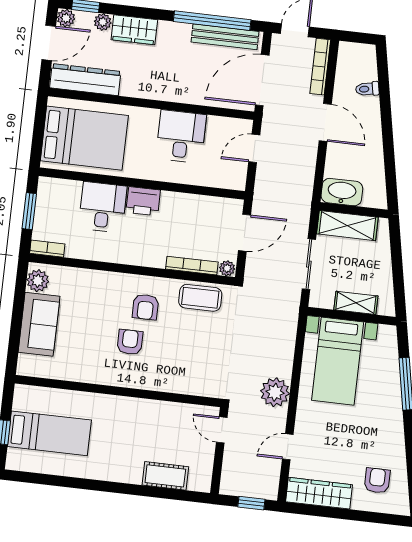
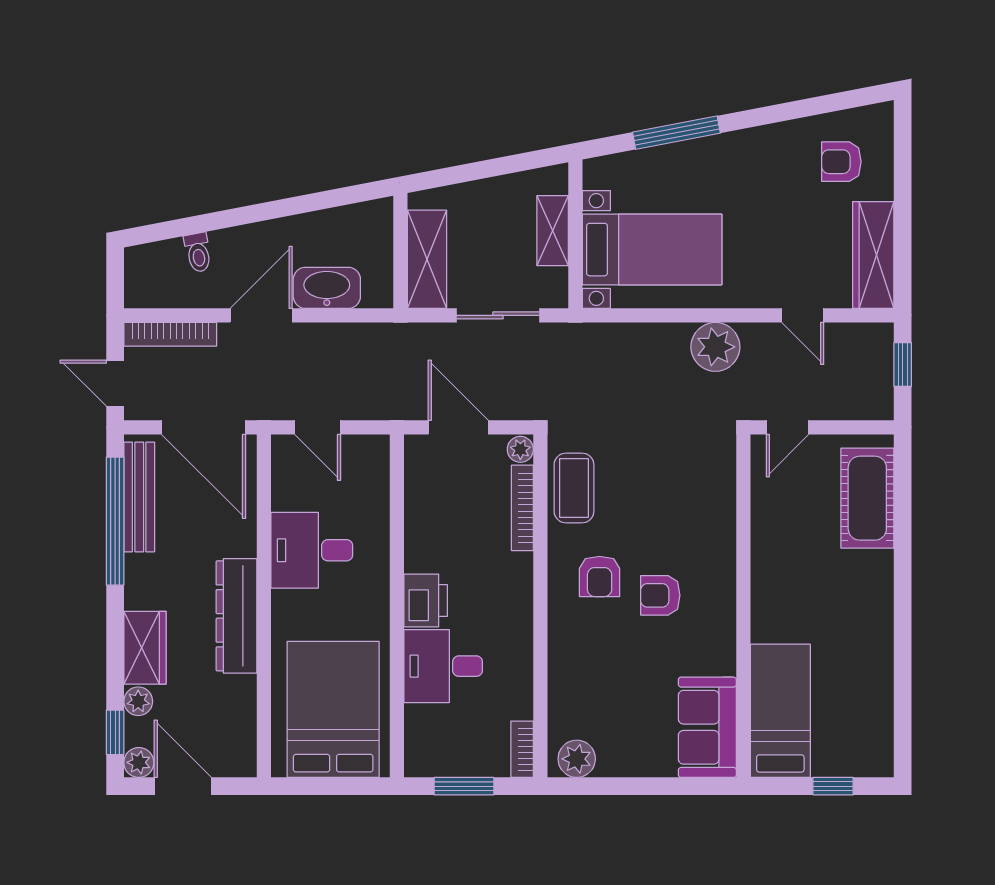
dresser: (85, 80) -> (236, 616), moved
washbasin: (342, 192) -> (327, 288), moved, turned 90
armchair: (145, 307) -> (600, 576), turned 90
sofa: (39, 324) -> (707, 727), moved, turned -90
bed: (49, 433) -> (780, 711), moved
cot: (165, 476) -> (867, 498), width x1.37, depth x1.34

